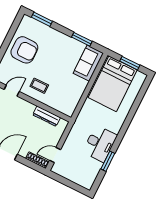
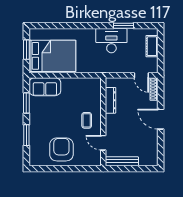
window: (42, 19) -> (26, 135), moved
cot: (77, 178) -> (152, 46), added

